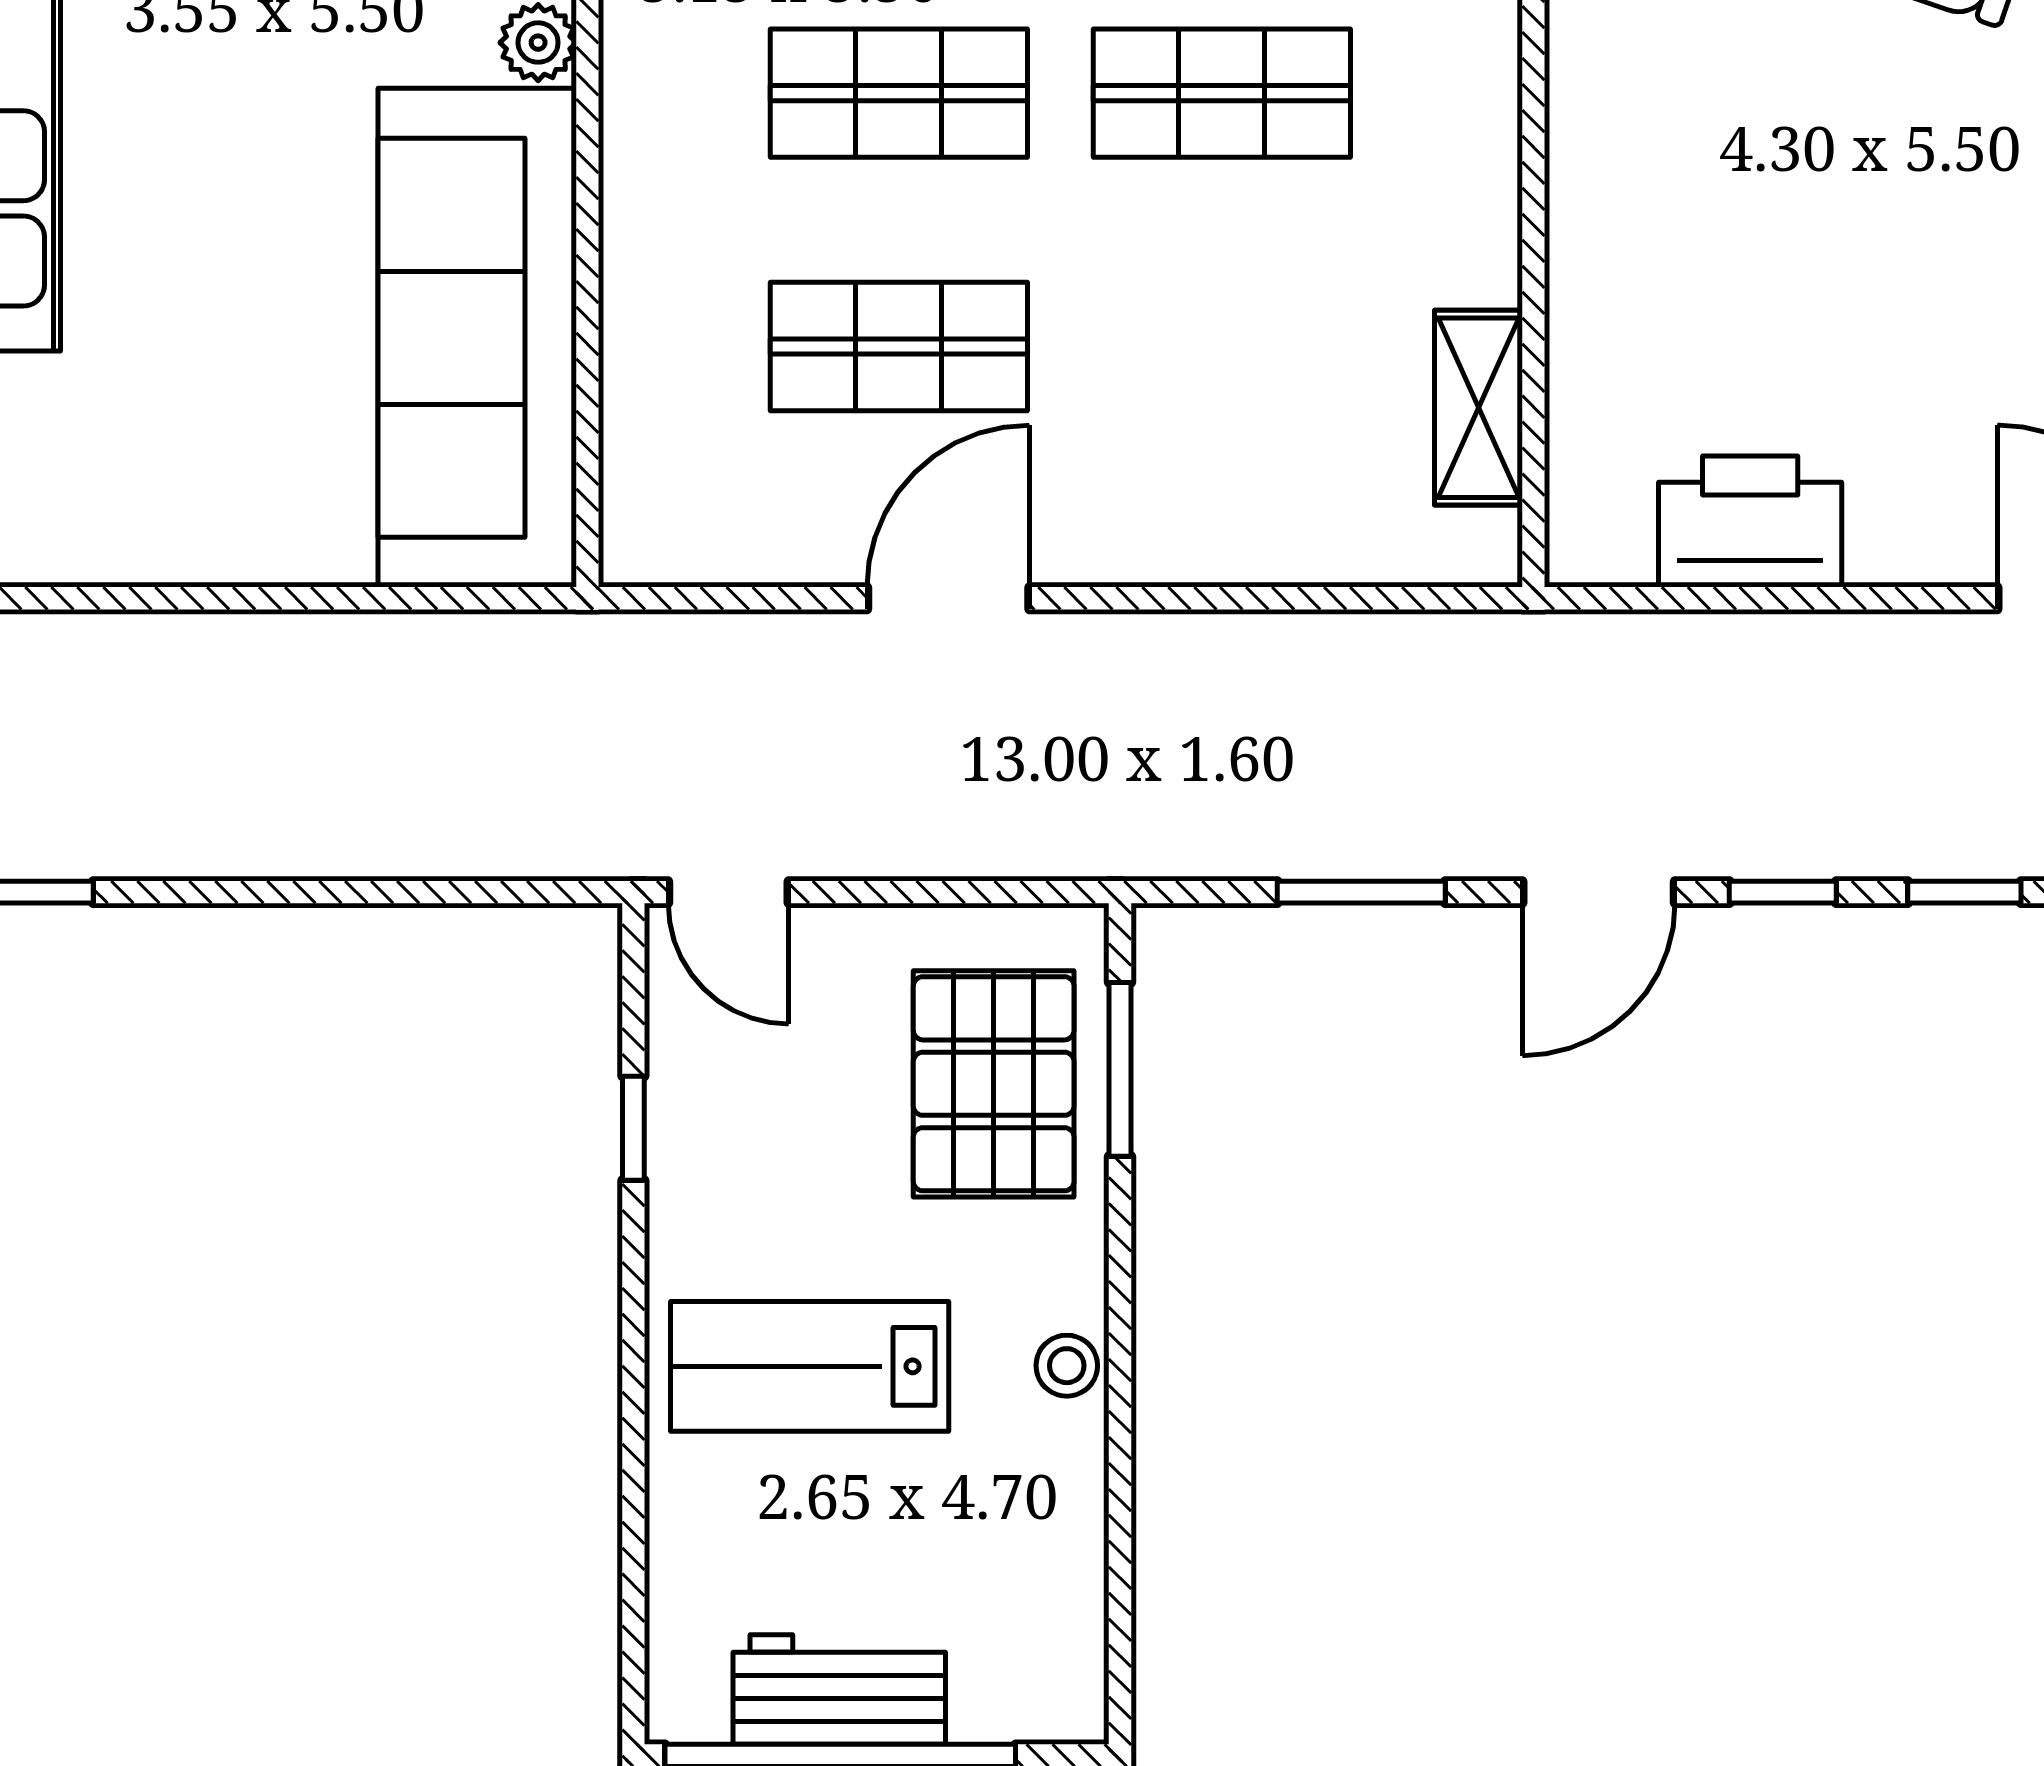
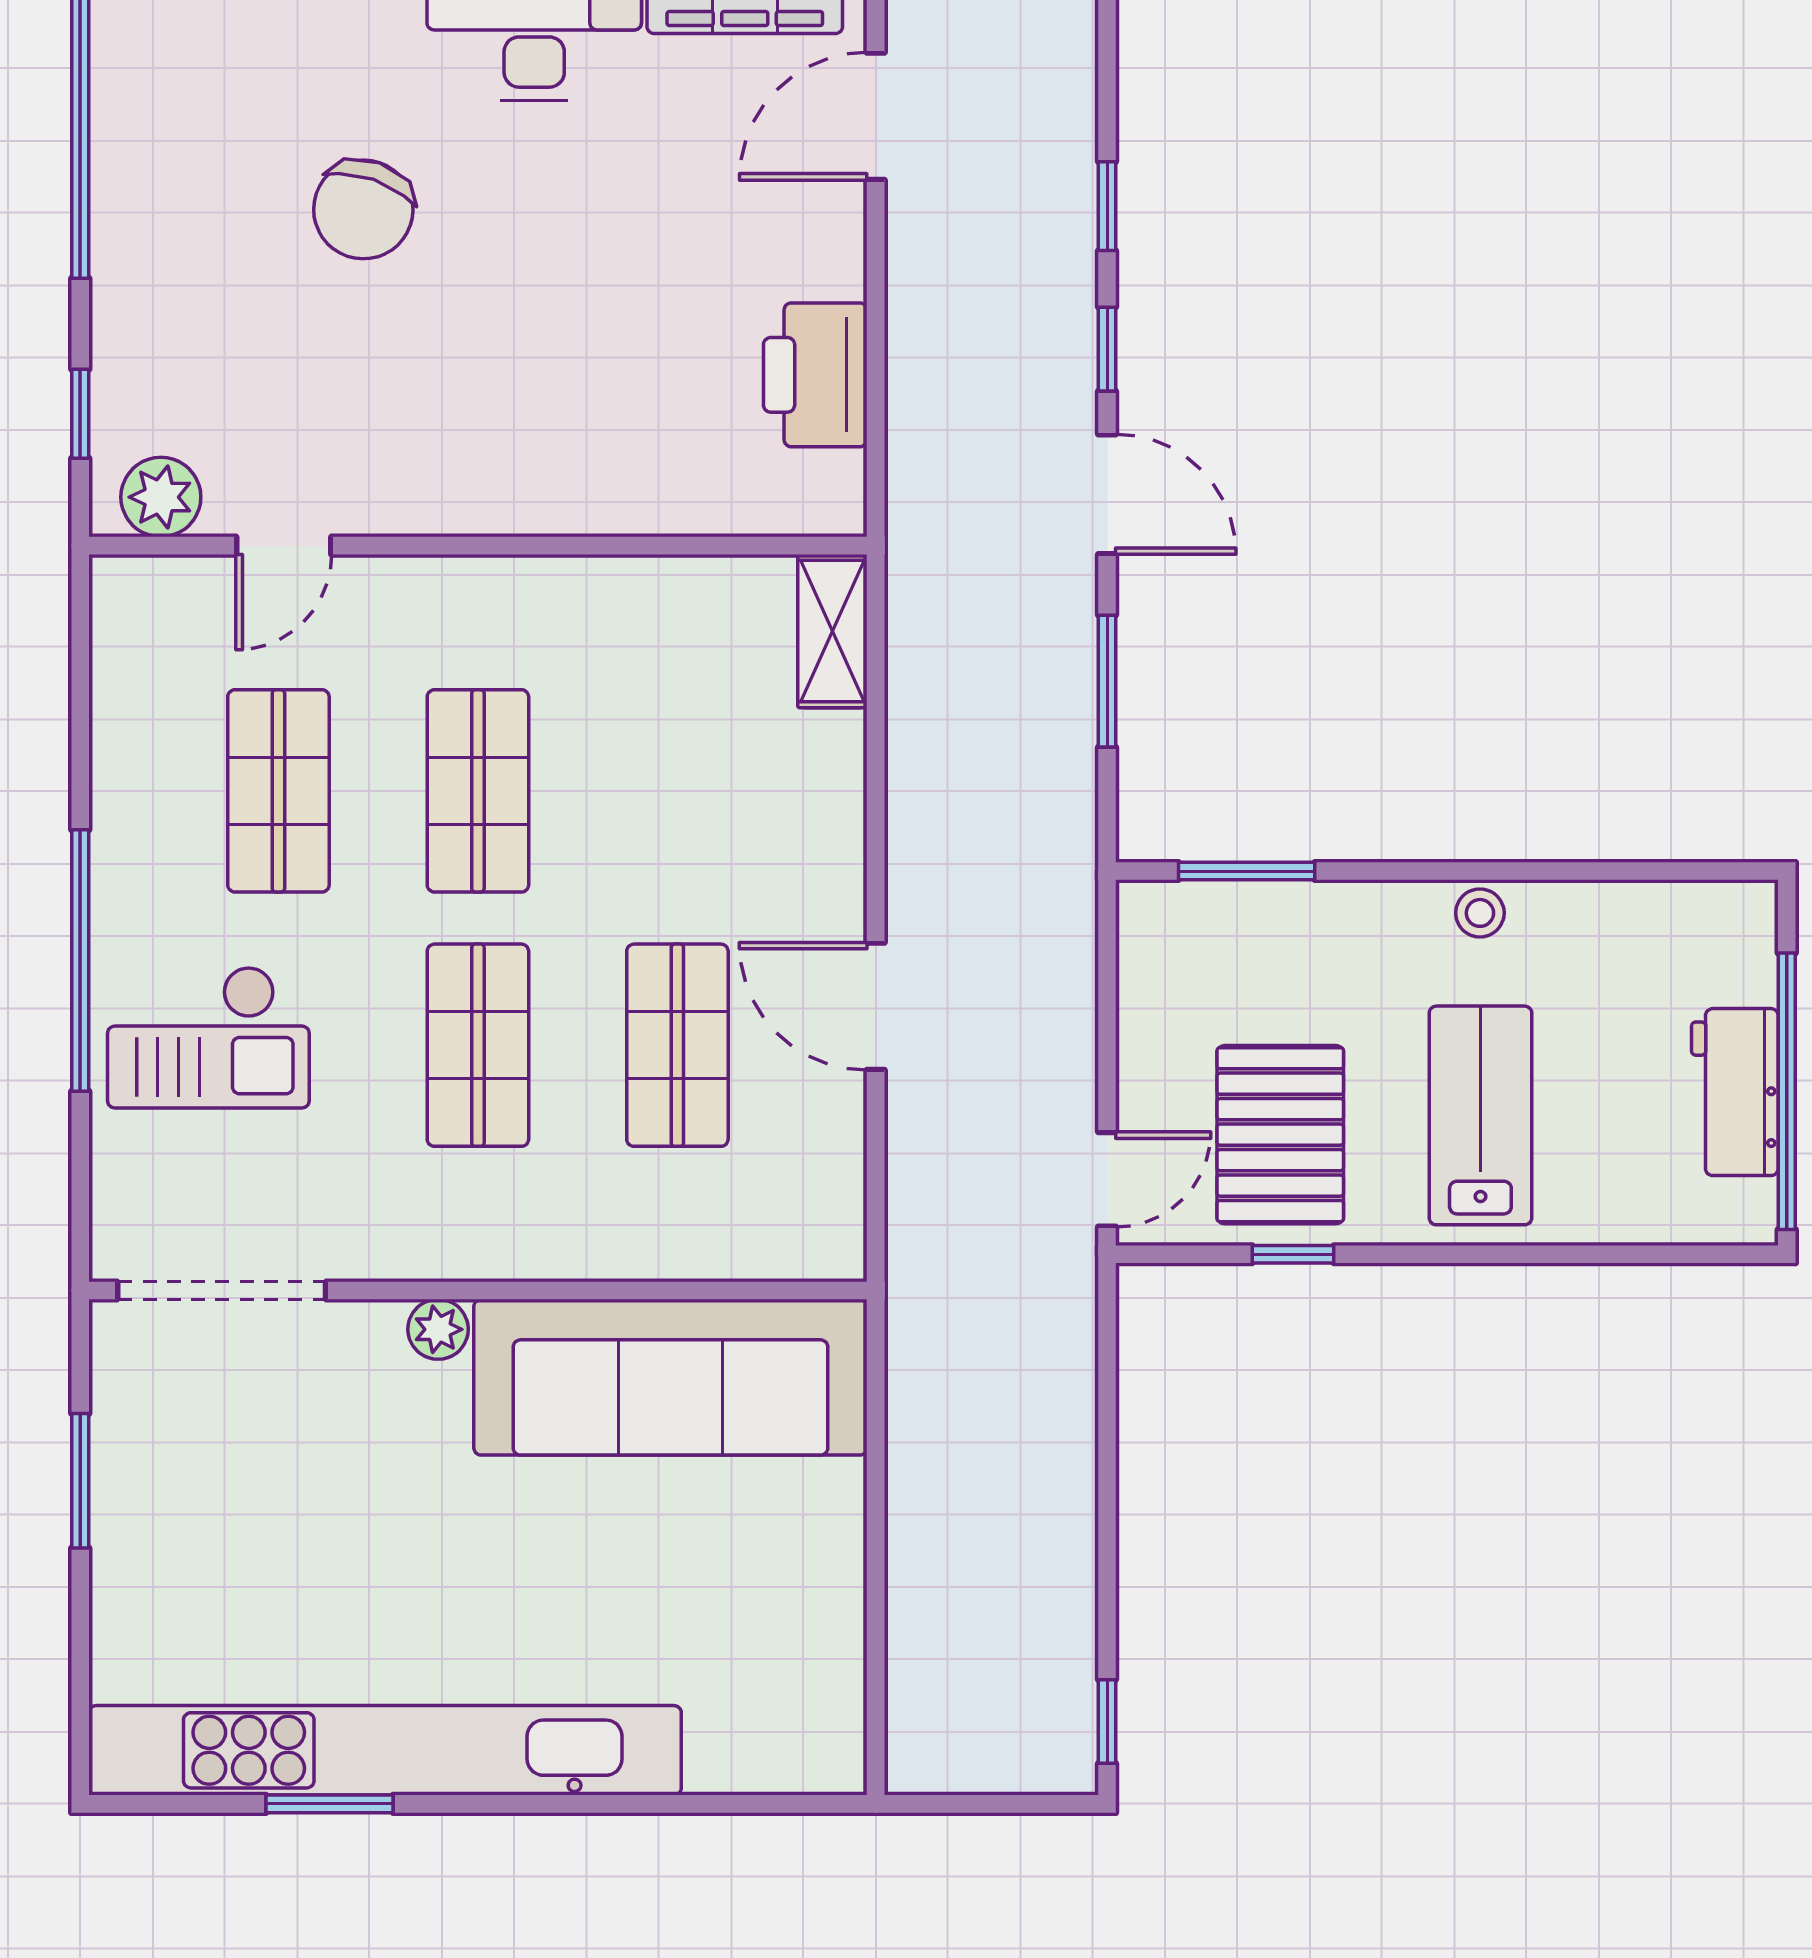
shelving: (1478, 408) -> (832, 631), moved, turned 90
pallet: (994, 1084) -> (1280, 1135), moved, turned 90
lab bench: (810, 1366) -> (1480, 1115), turned 180

